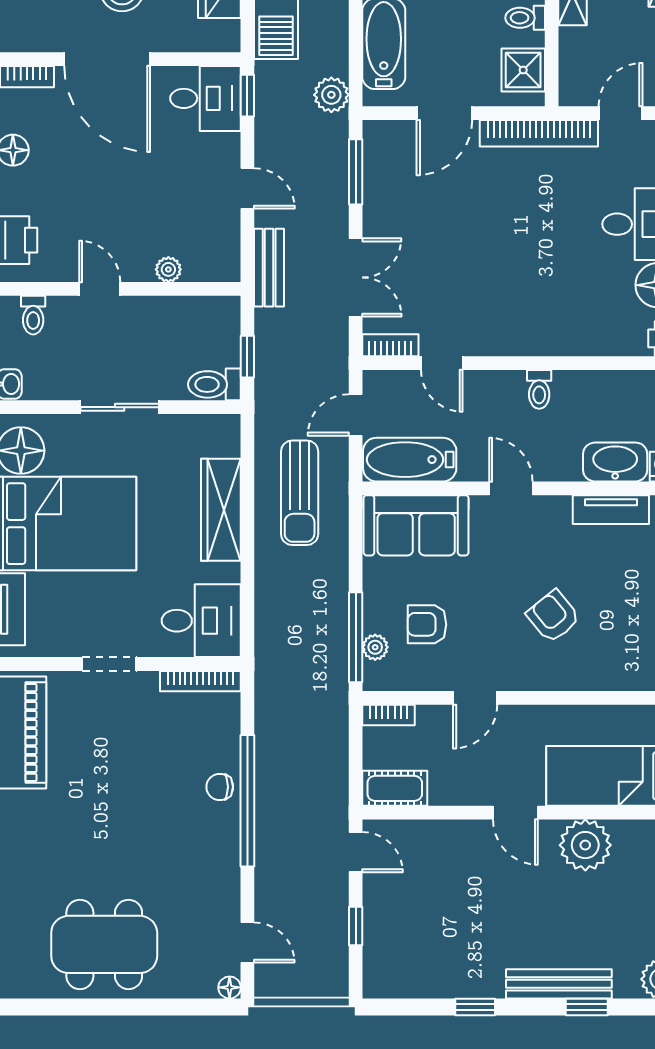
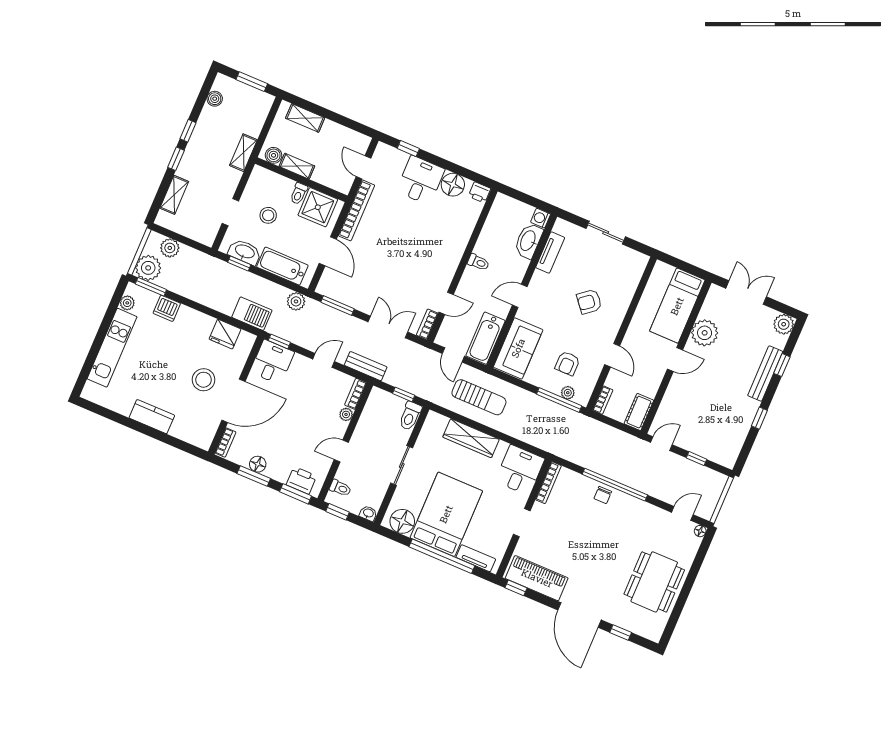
shower: (523, 70) -> (318, 207), width x1.36, depth x1.36
bookcase: (212, 271) -> (356, 394), added

